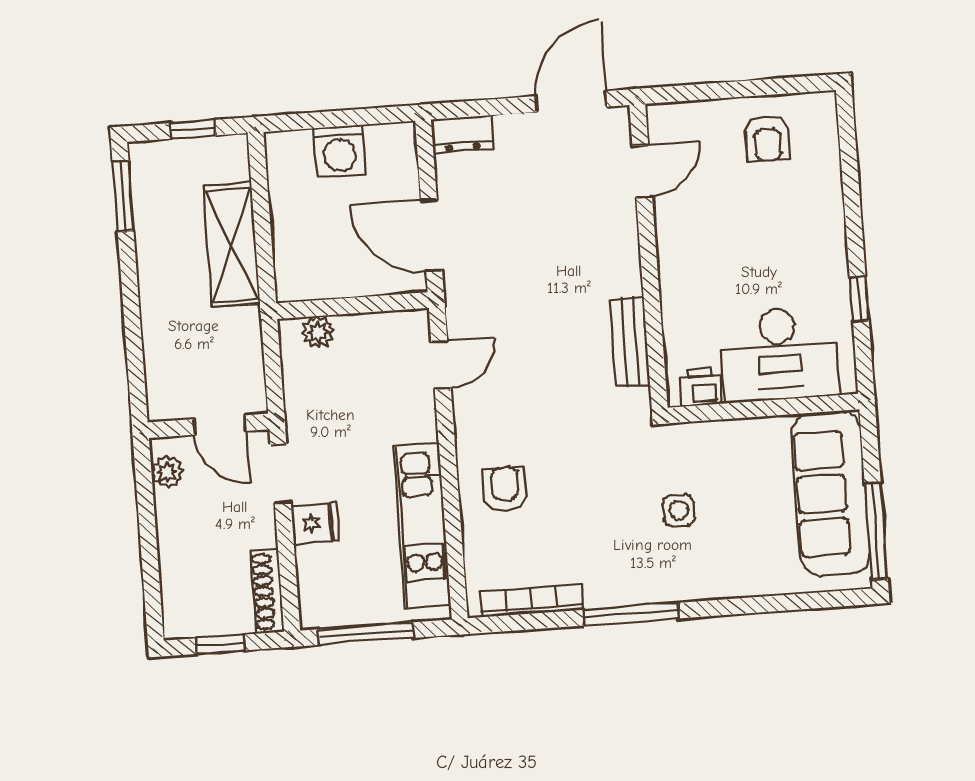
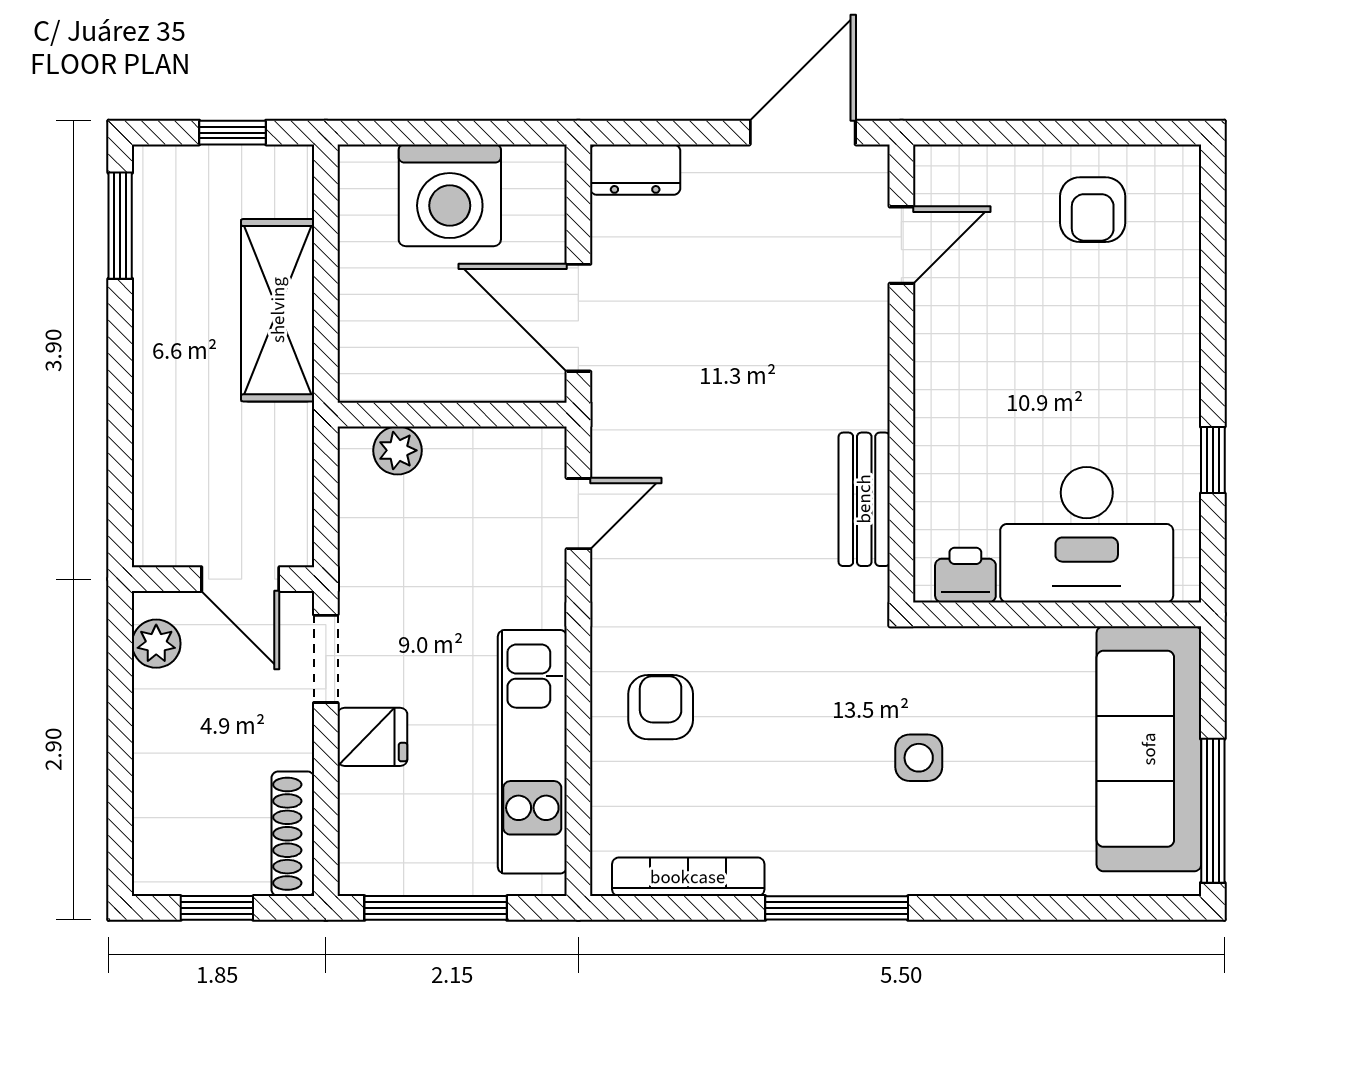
washing machine: (340, 151) -> (450, 195), width x1.37, depth x1.37

